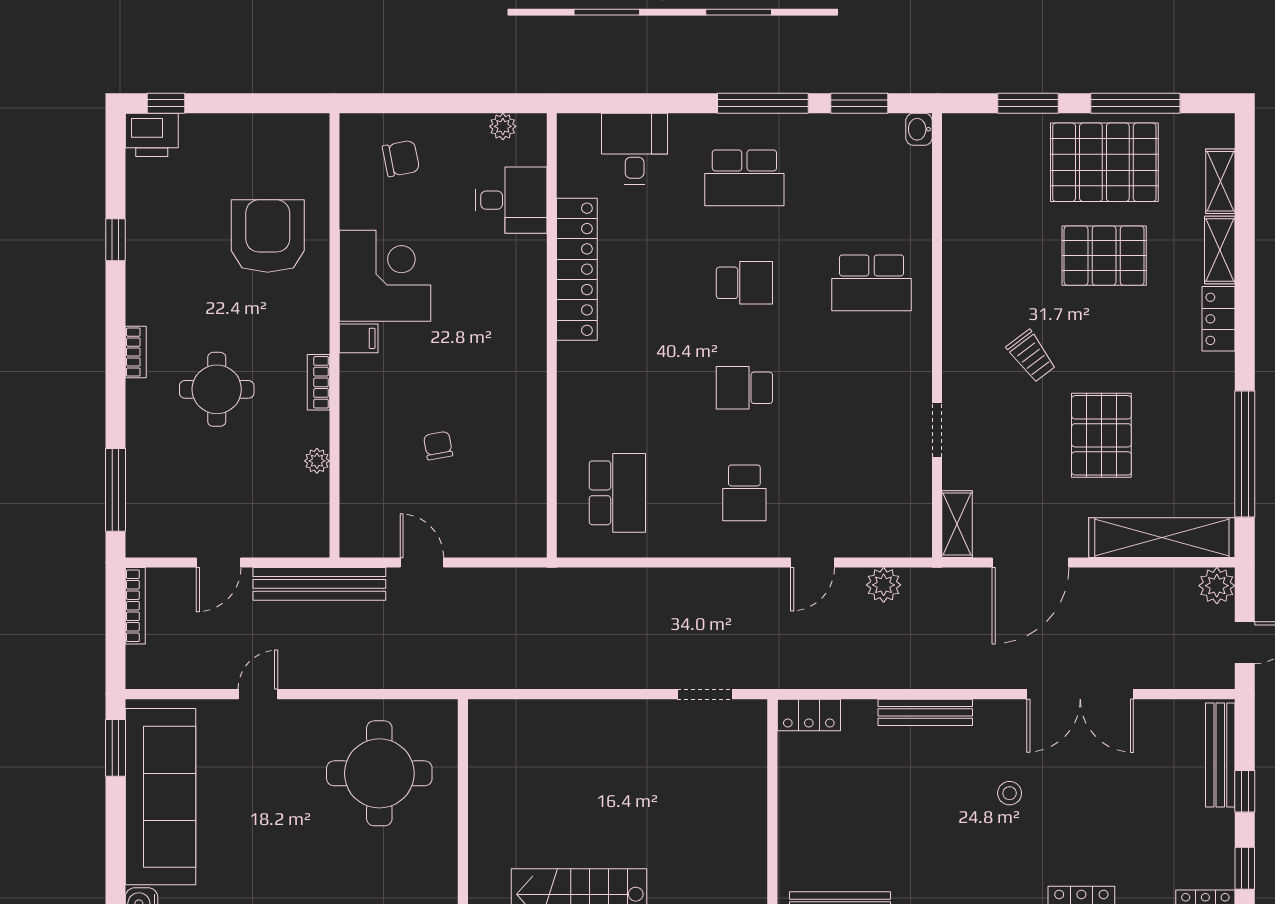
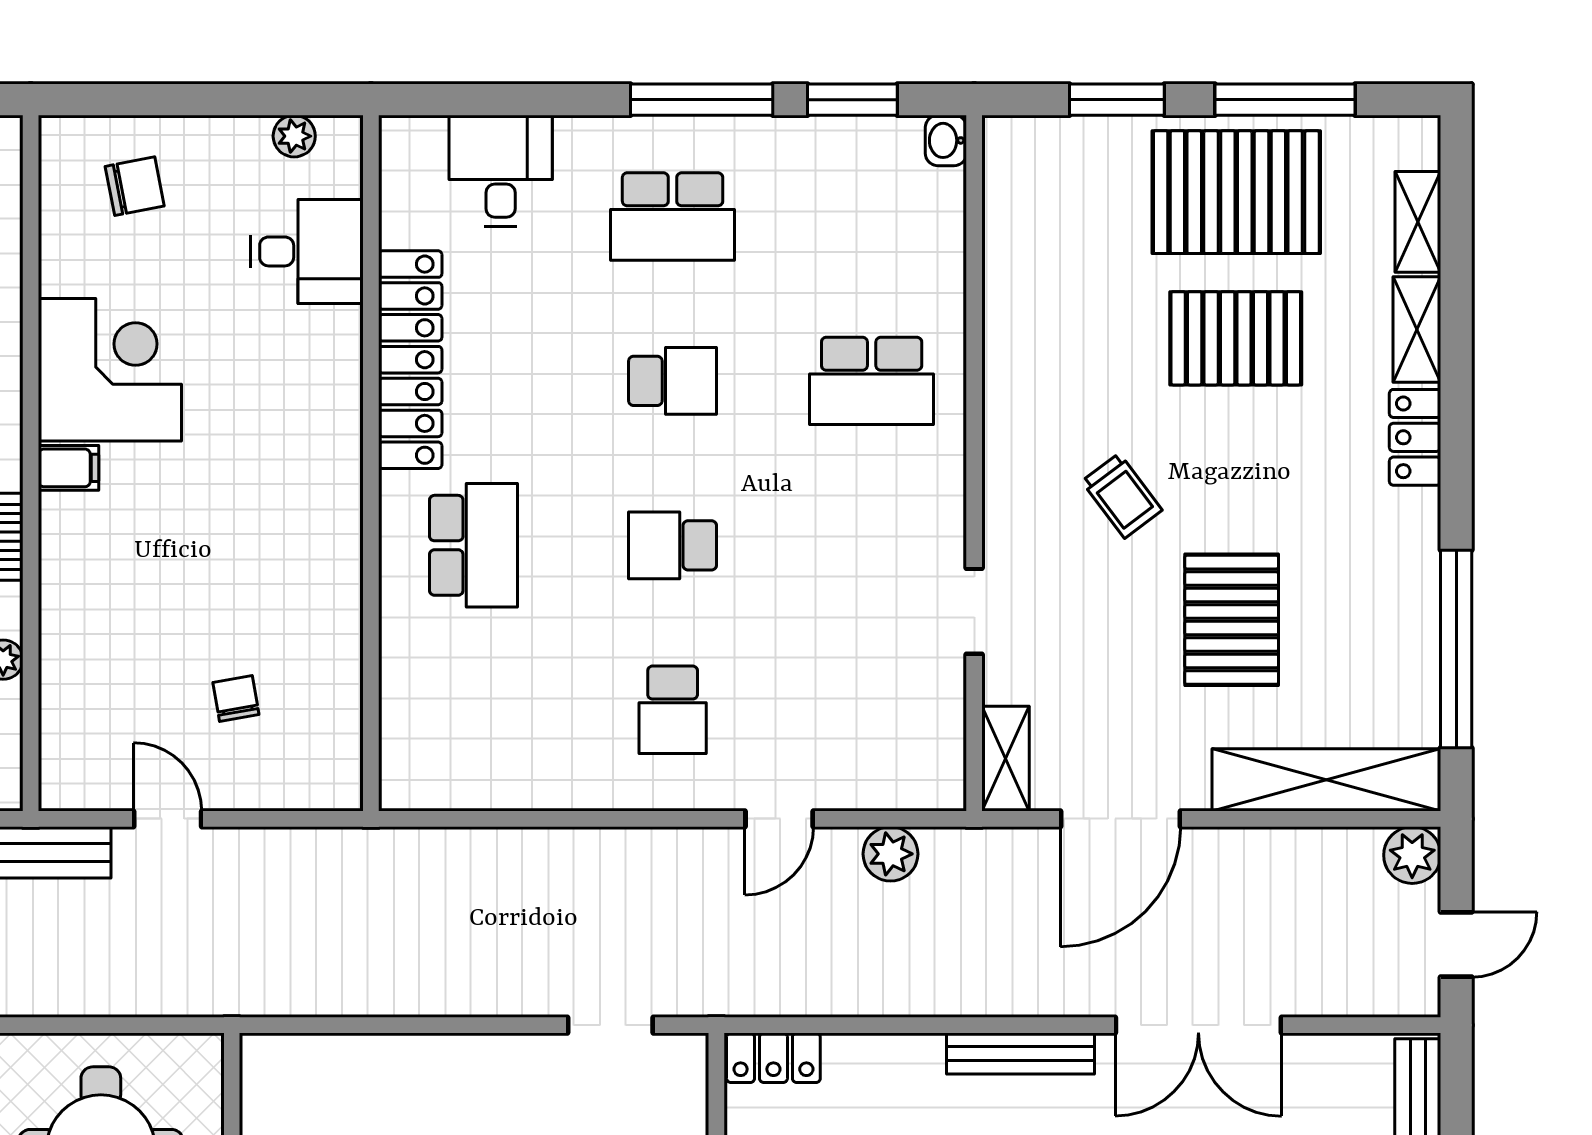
chair: (438, 446) -> (236, 698), moved
school desk: (617, 493) -> (473, 545), moved
bench: (925, 712) -> (1020, 1054), moved

